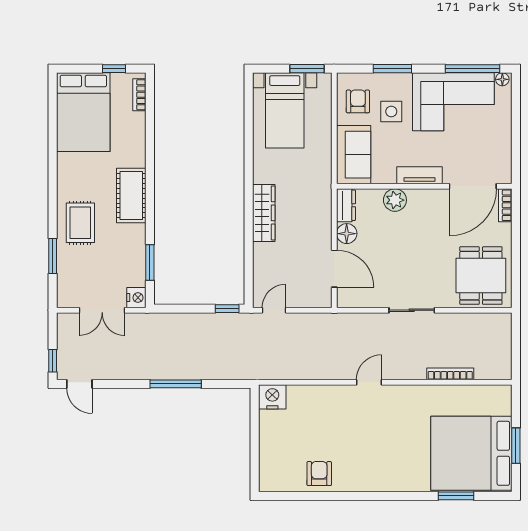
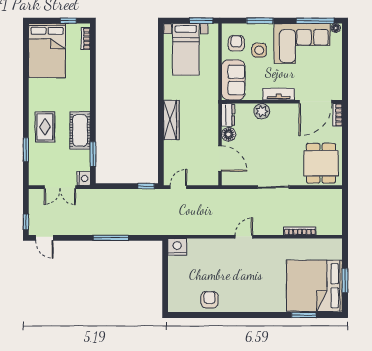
cot: (131, 196) -> (80, 130), moved

